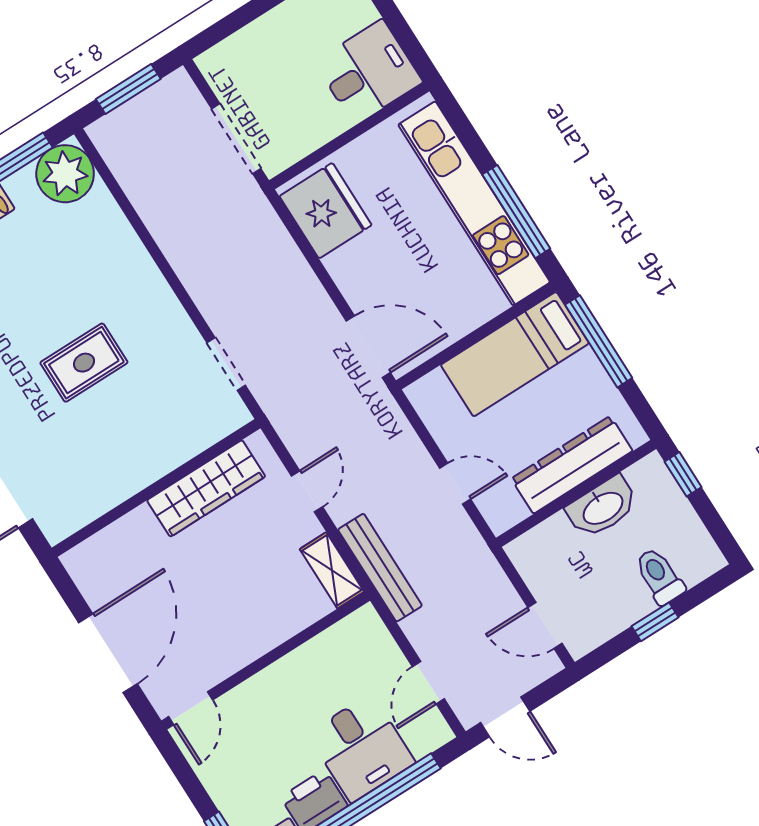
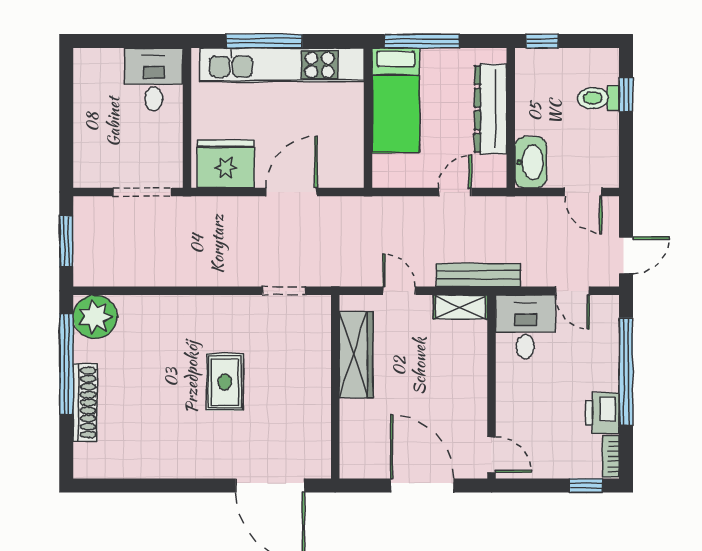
window: (516, 212) -> (264, 41), moved
door: (368, 347) -> (291, 192), moved
washbasin: (602, 507) -> (531, 162), moved
window: (655, 622) -> (626, 95), moved
door: (545, 625) -> (583, 192), hinge flipped
desk: (361, 748) -> (525, 327), moved, turned -90

